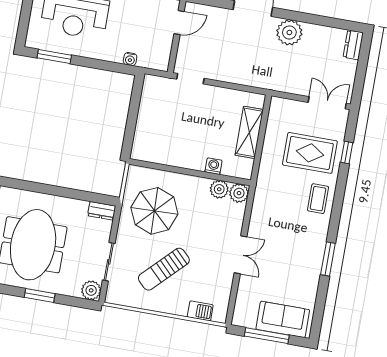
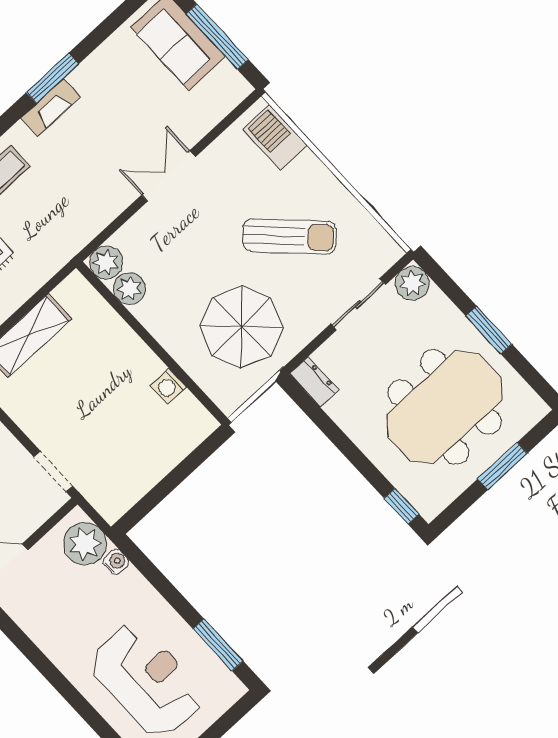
plant: (151, 57) -> (85, 544), added
washing machine: (213, 166) -> (168, 386), moved
window: (18, 184) -> (402, 506), added
fireplace: (319, 245) -> (51, 107), added
barbecue: (200, 311) -> (275, 137), width x1.38, depth x1.27

